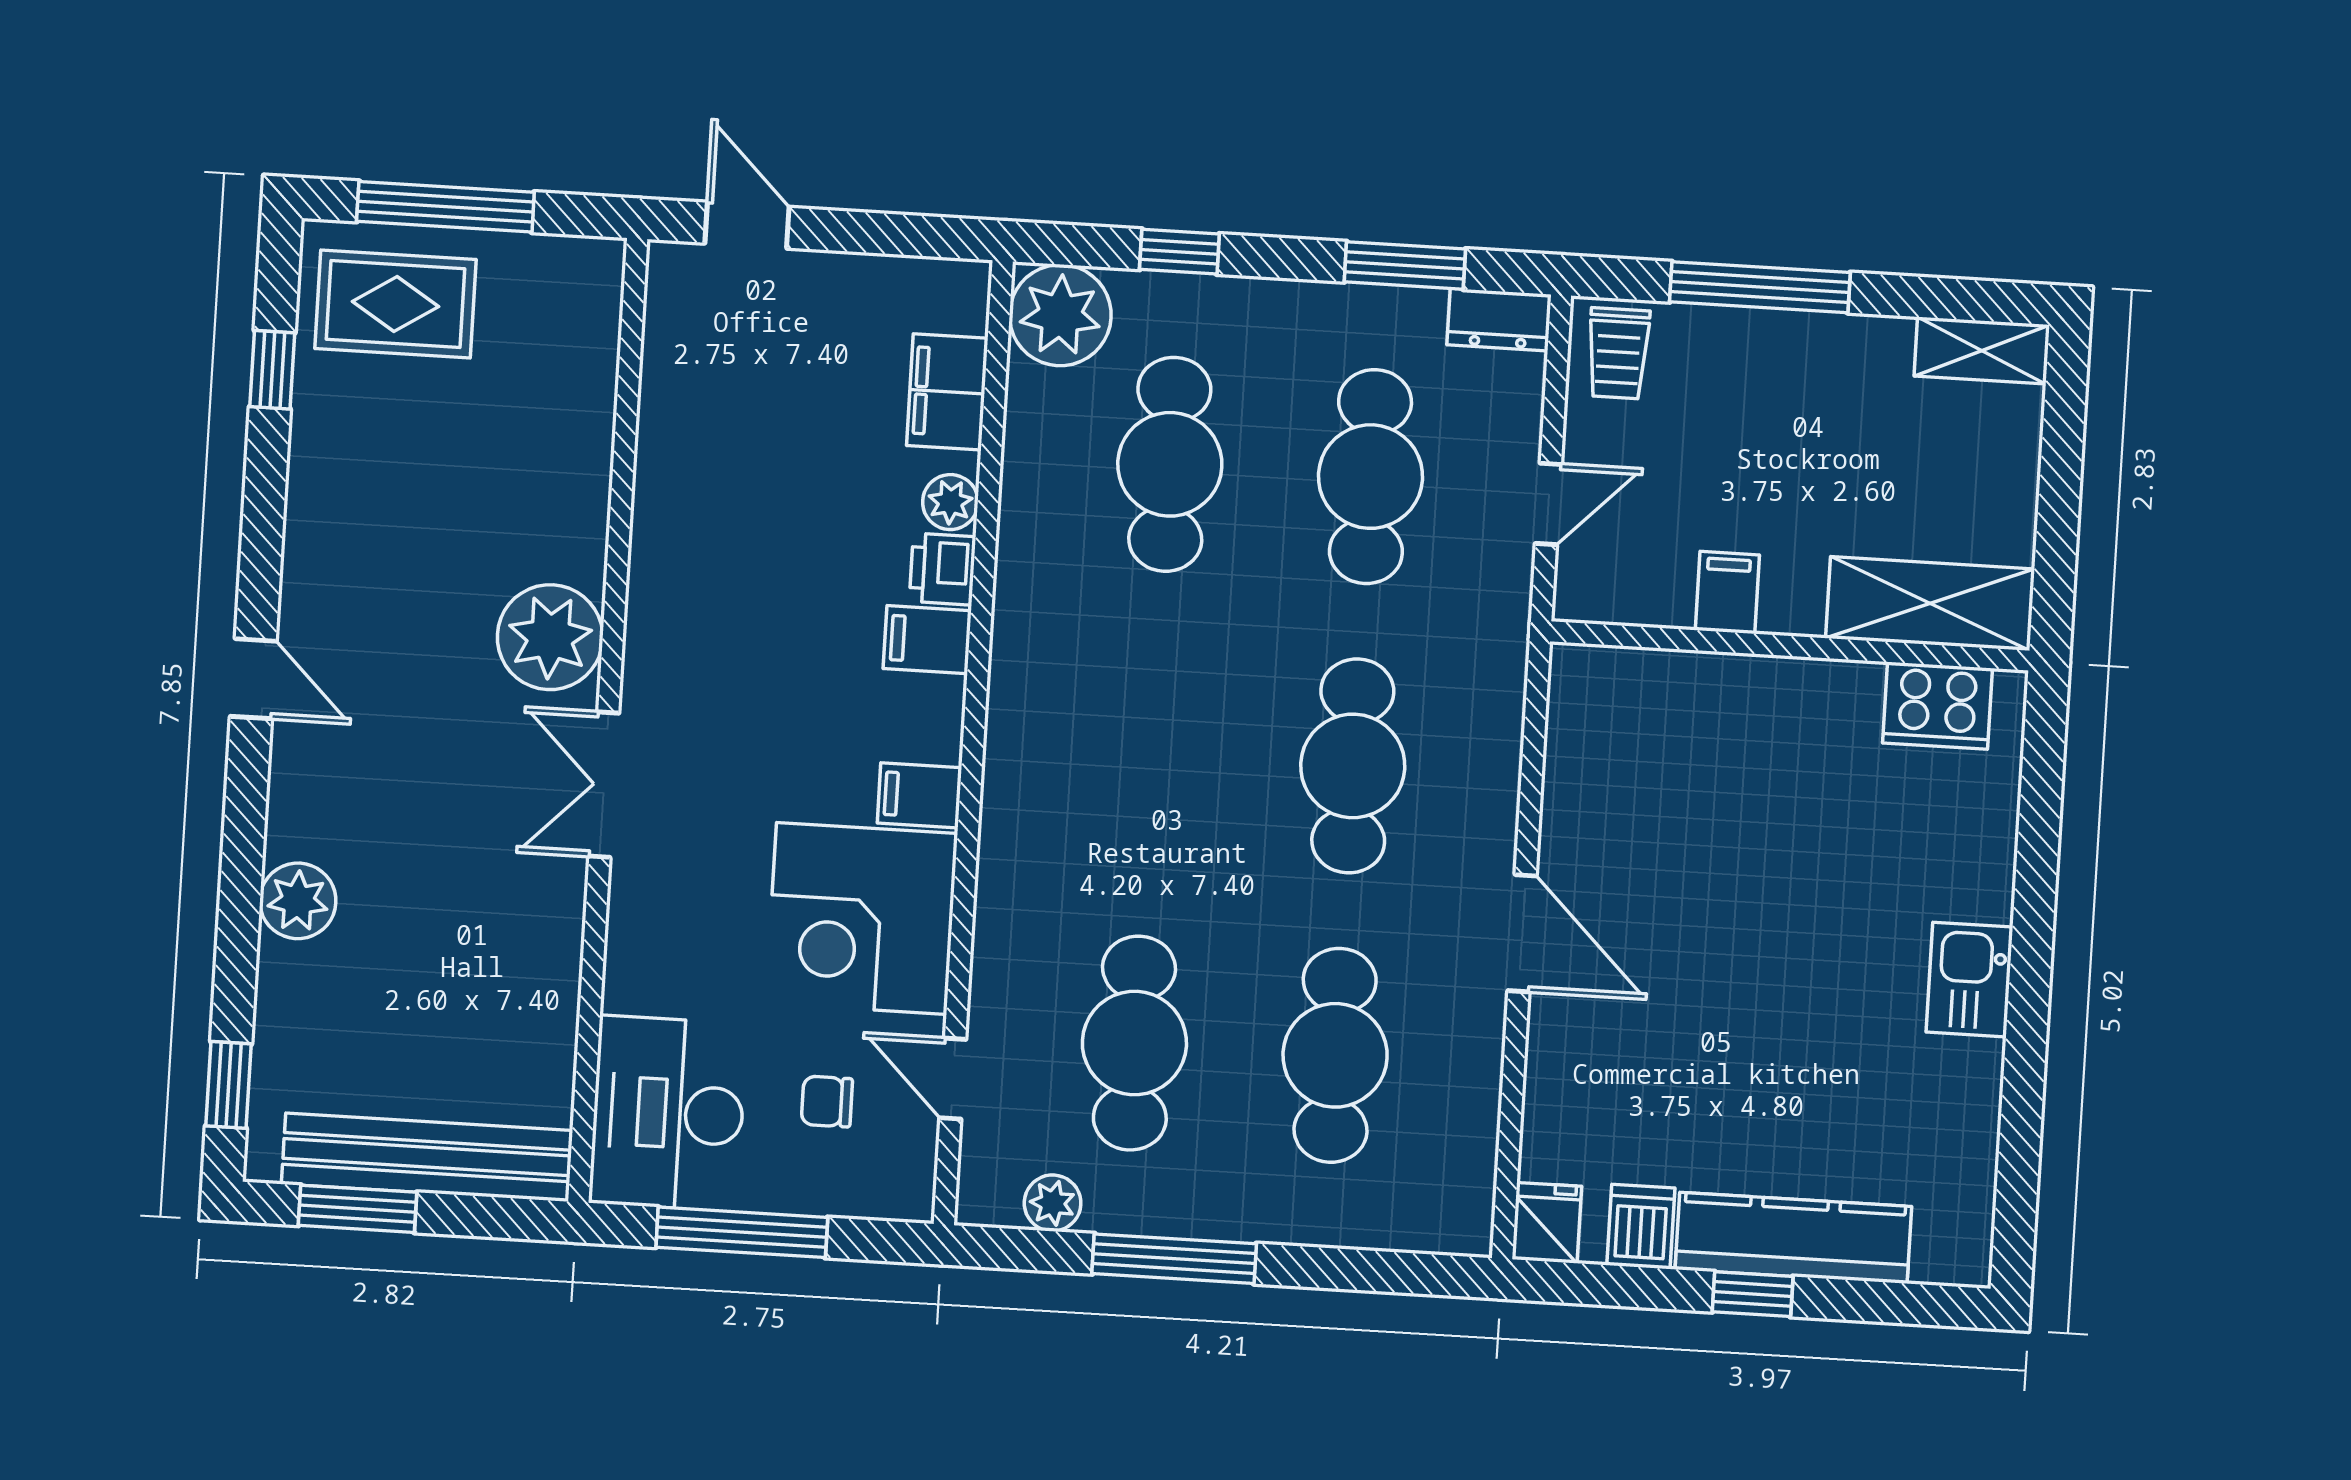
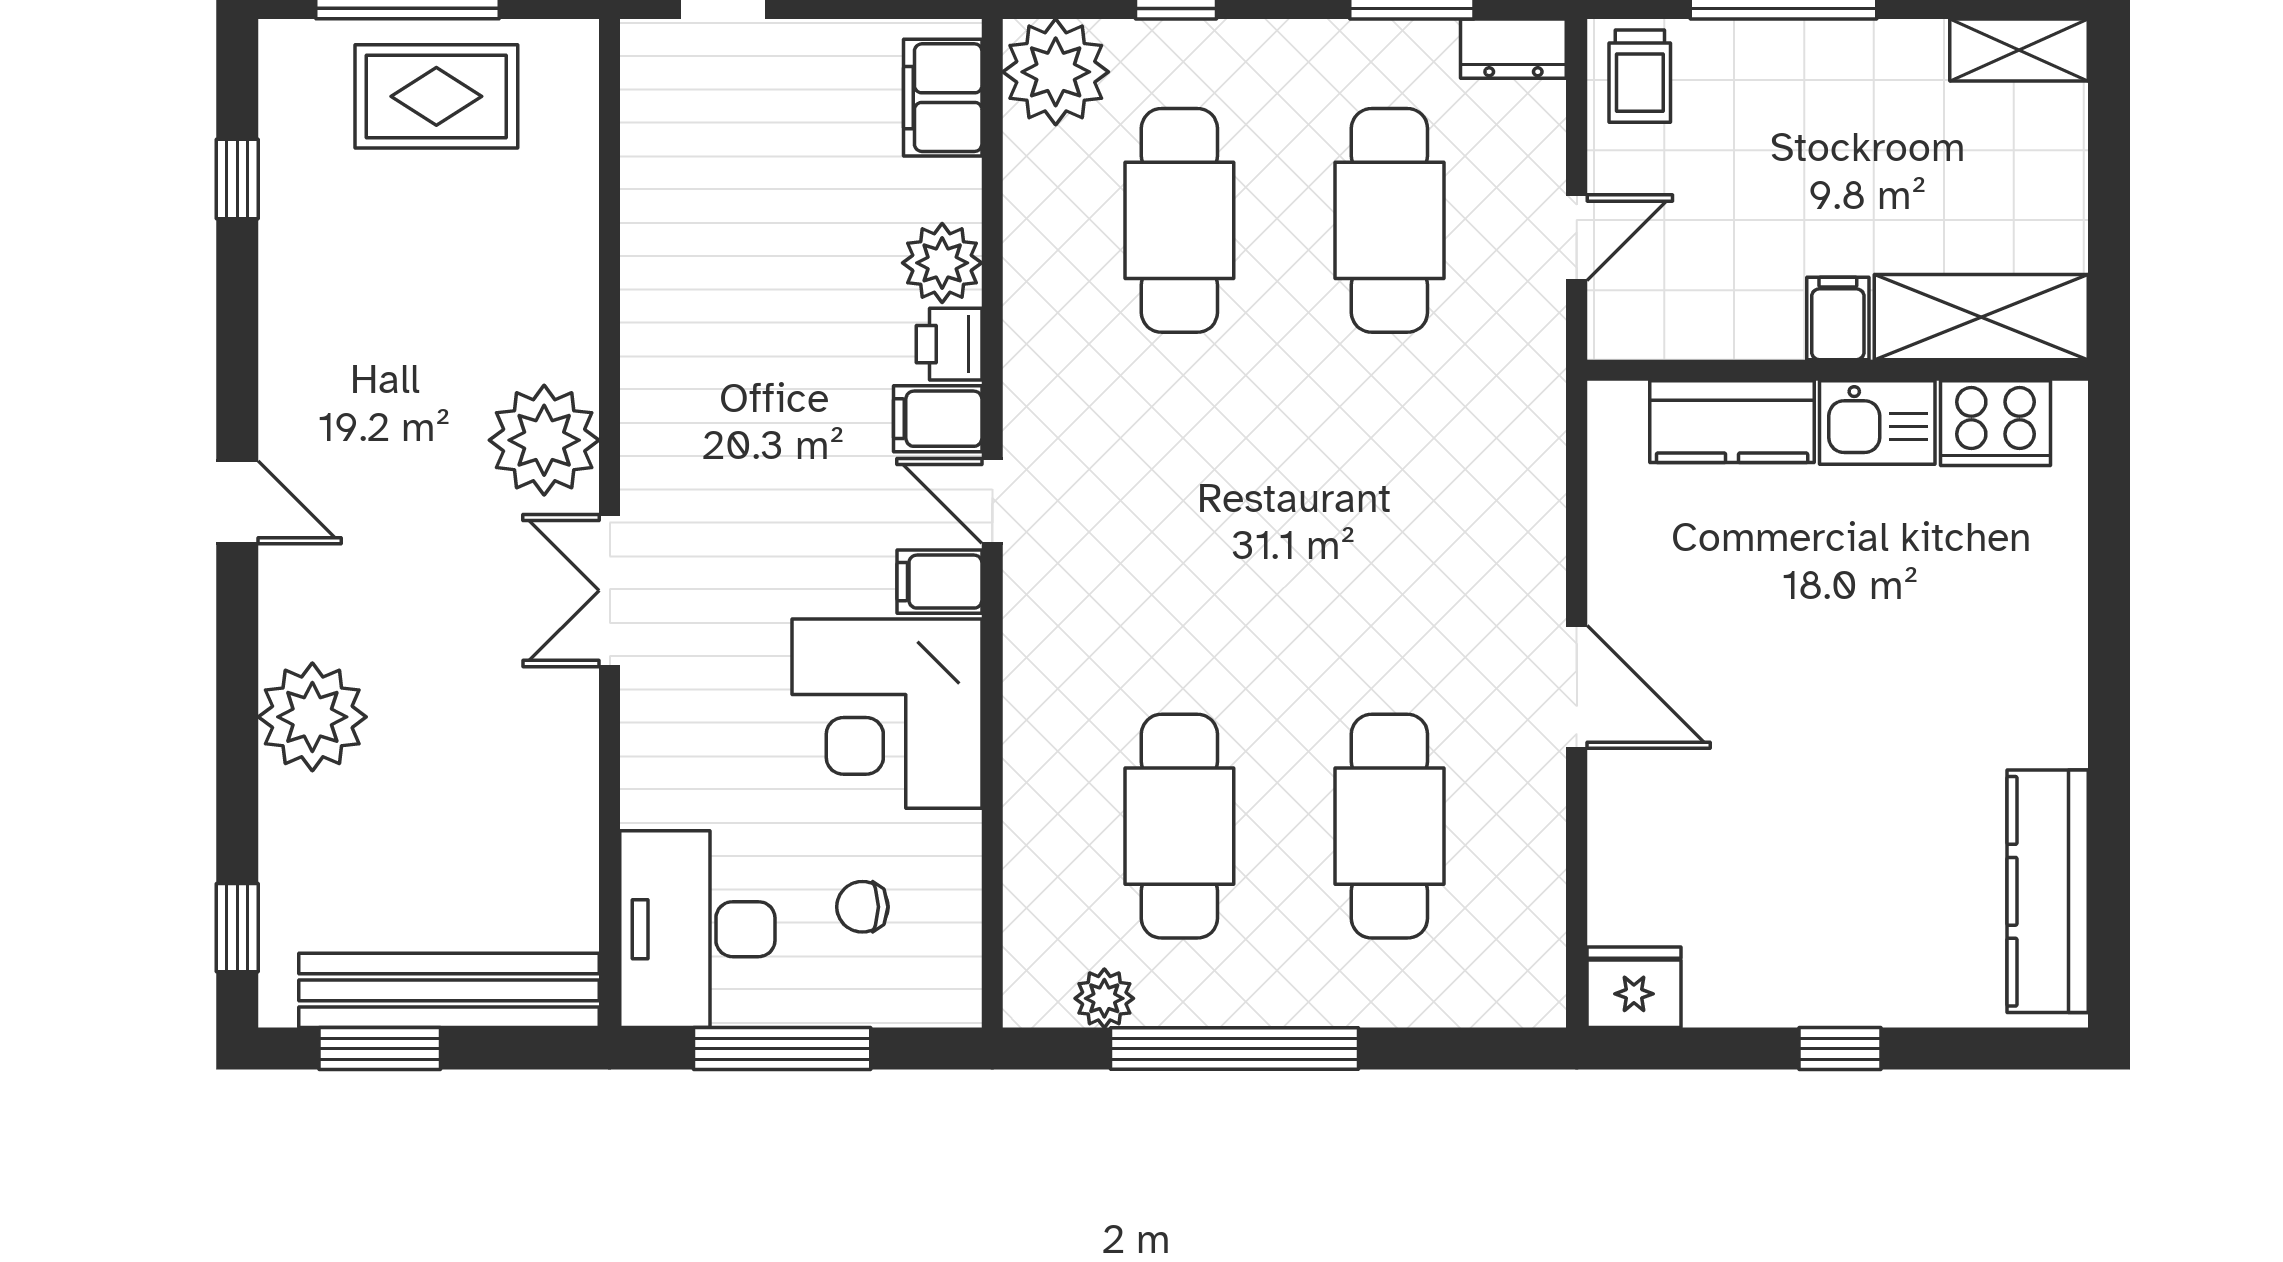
rug: (395, 304) -> (436, 96), moved
filing cabinet: (947, 392) -> (943, 98), moved
plant: (950, 502) -> (942, 263), width x1.38, depth x1.38
filing cabinet: (1727, 592) -> (1838, 318), moved
kitchen counter: (1686, 689) -> (1732, 422), added
cafe table: (1353, 766) -> (1389, 523), removed
plant: (298, 901) -> (312, 717), width x1.36, depth x1.36
kitchen sink: (1969, 980) -> (1877, 422), moved, turned -90
door: (953, 1079) -> (992, 501), moved
fridge: (1547, 1223) -> (1634, 987), width x1.38
dishwasher: (1641, 1227) -> (1719, 985), removed
kitchen counter: (1793, 1238) -> (2048, 891), moved, turned -90
window: (1174, 1259) -> (1235, 1049), width x1.46

